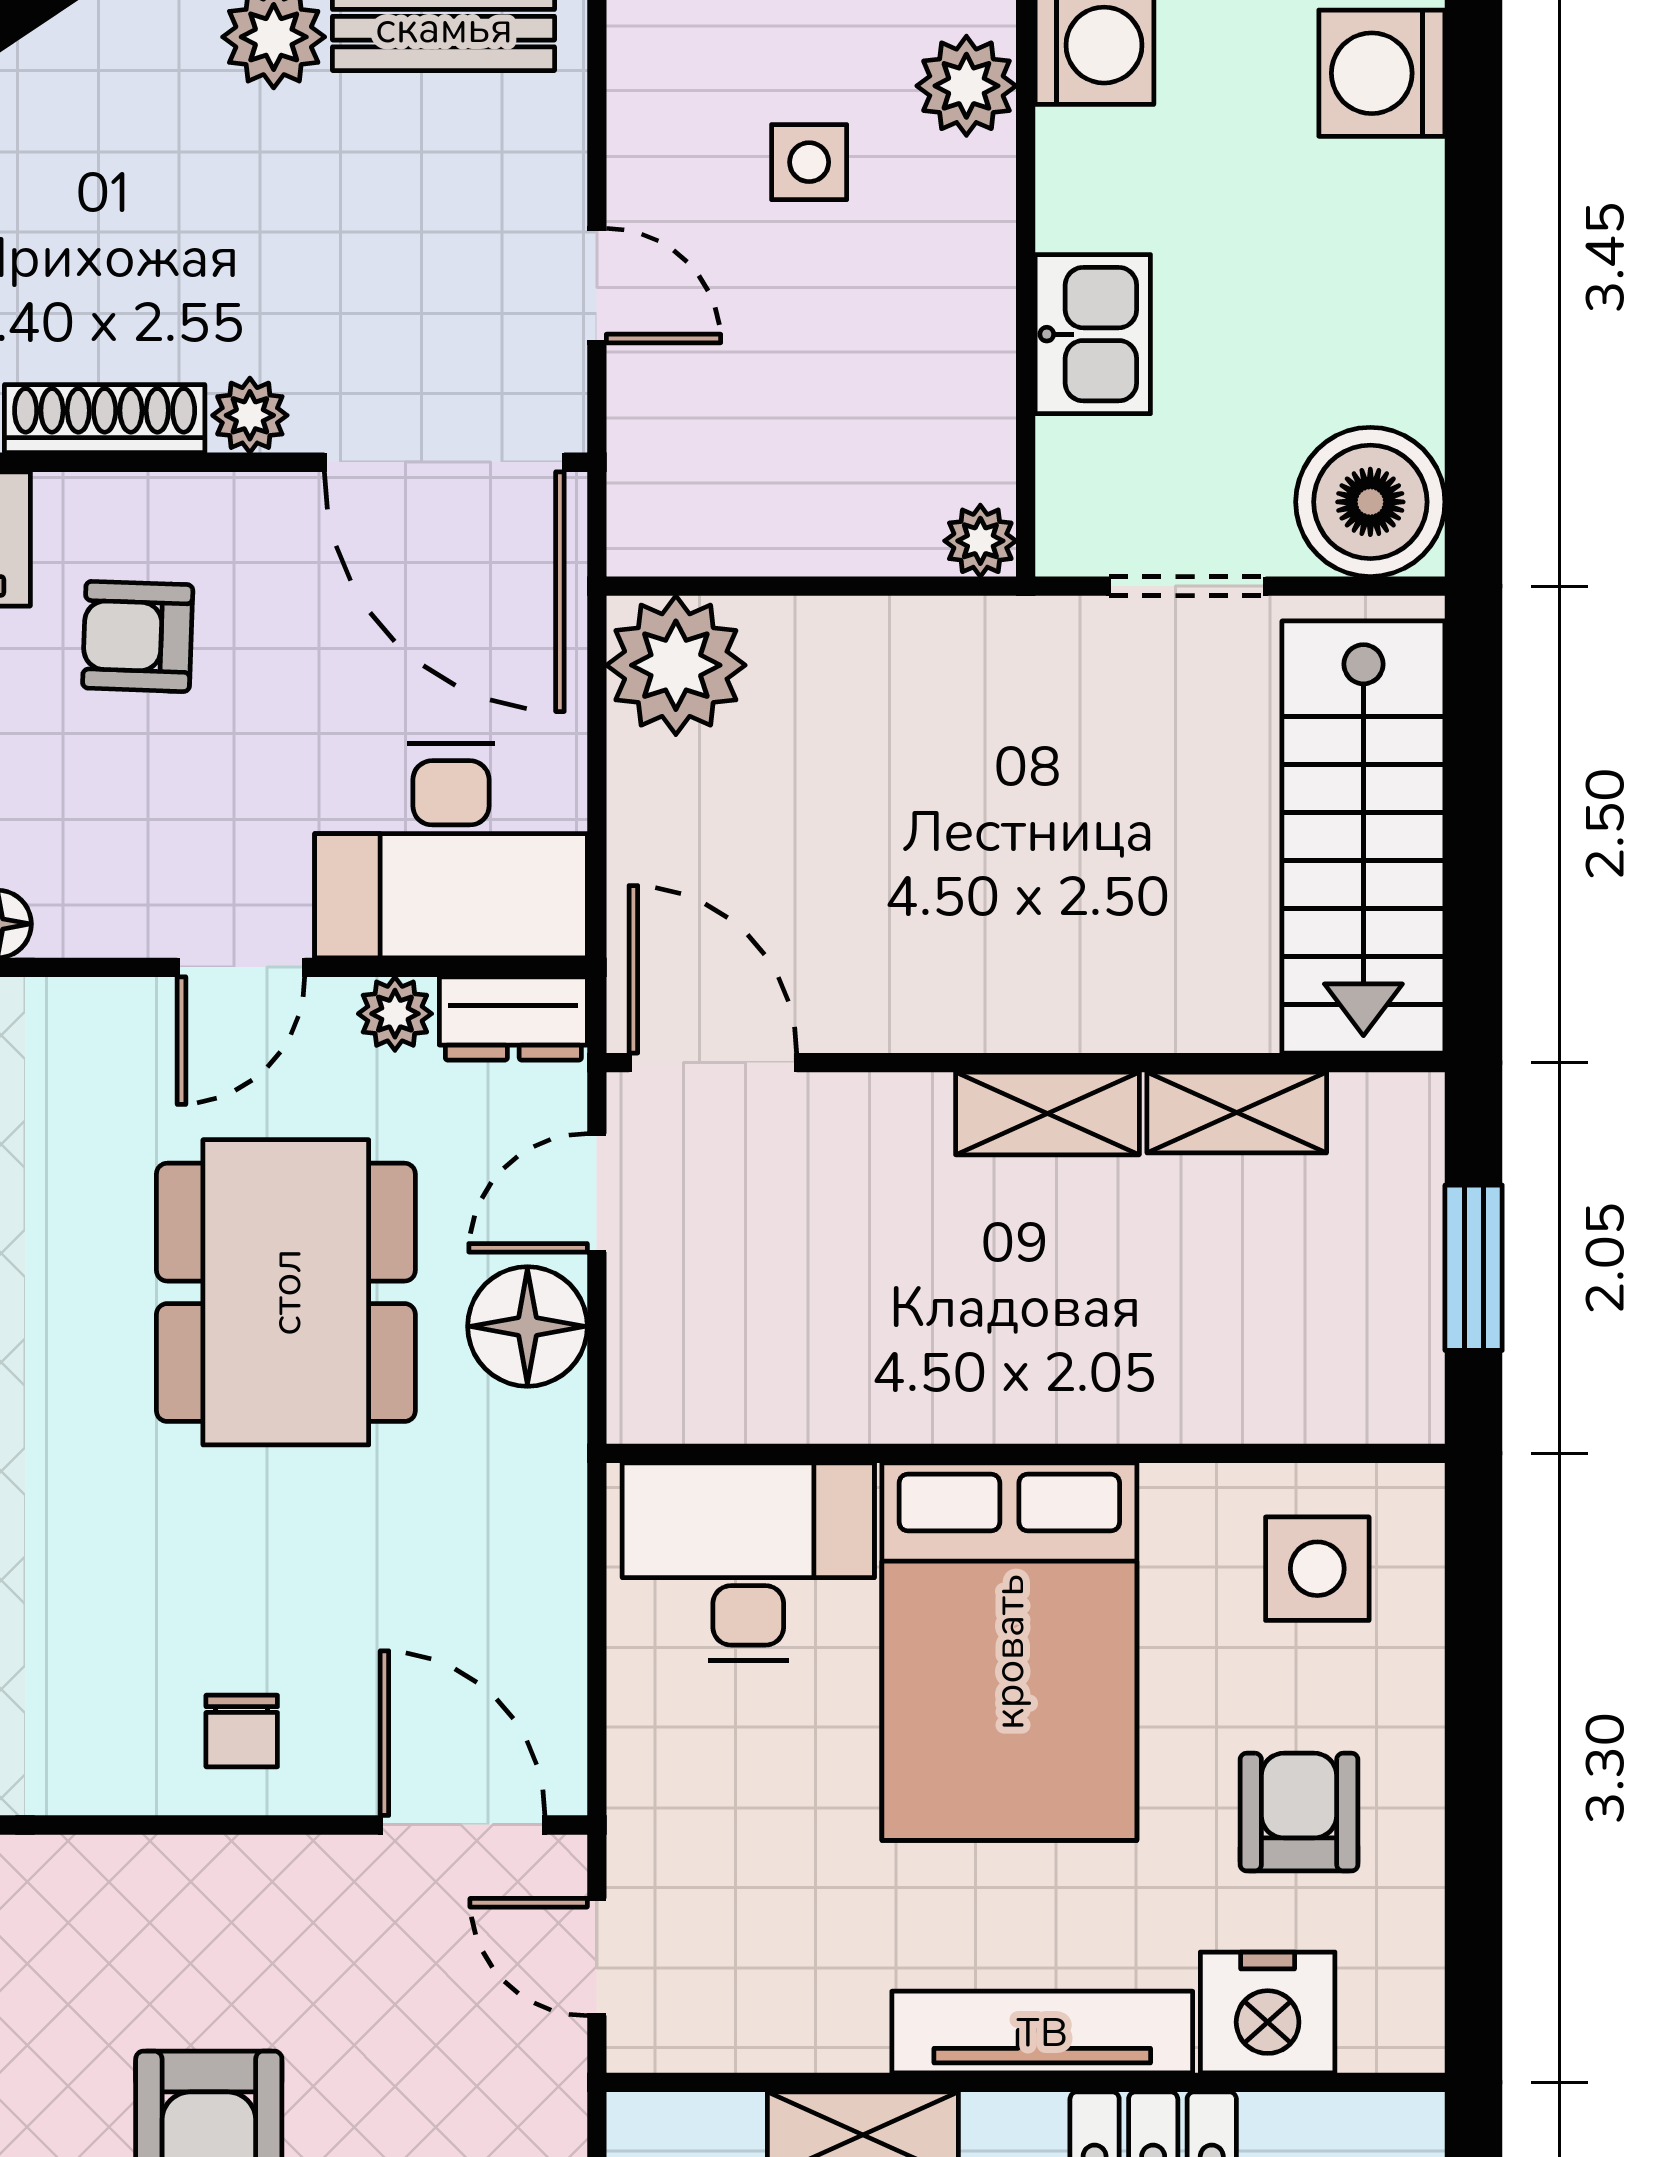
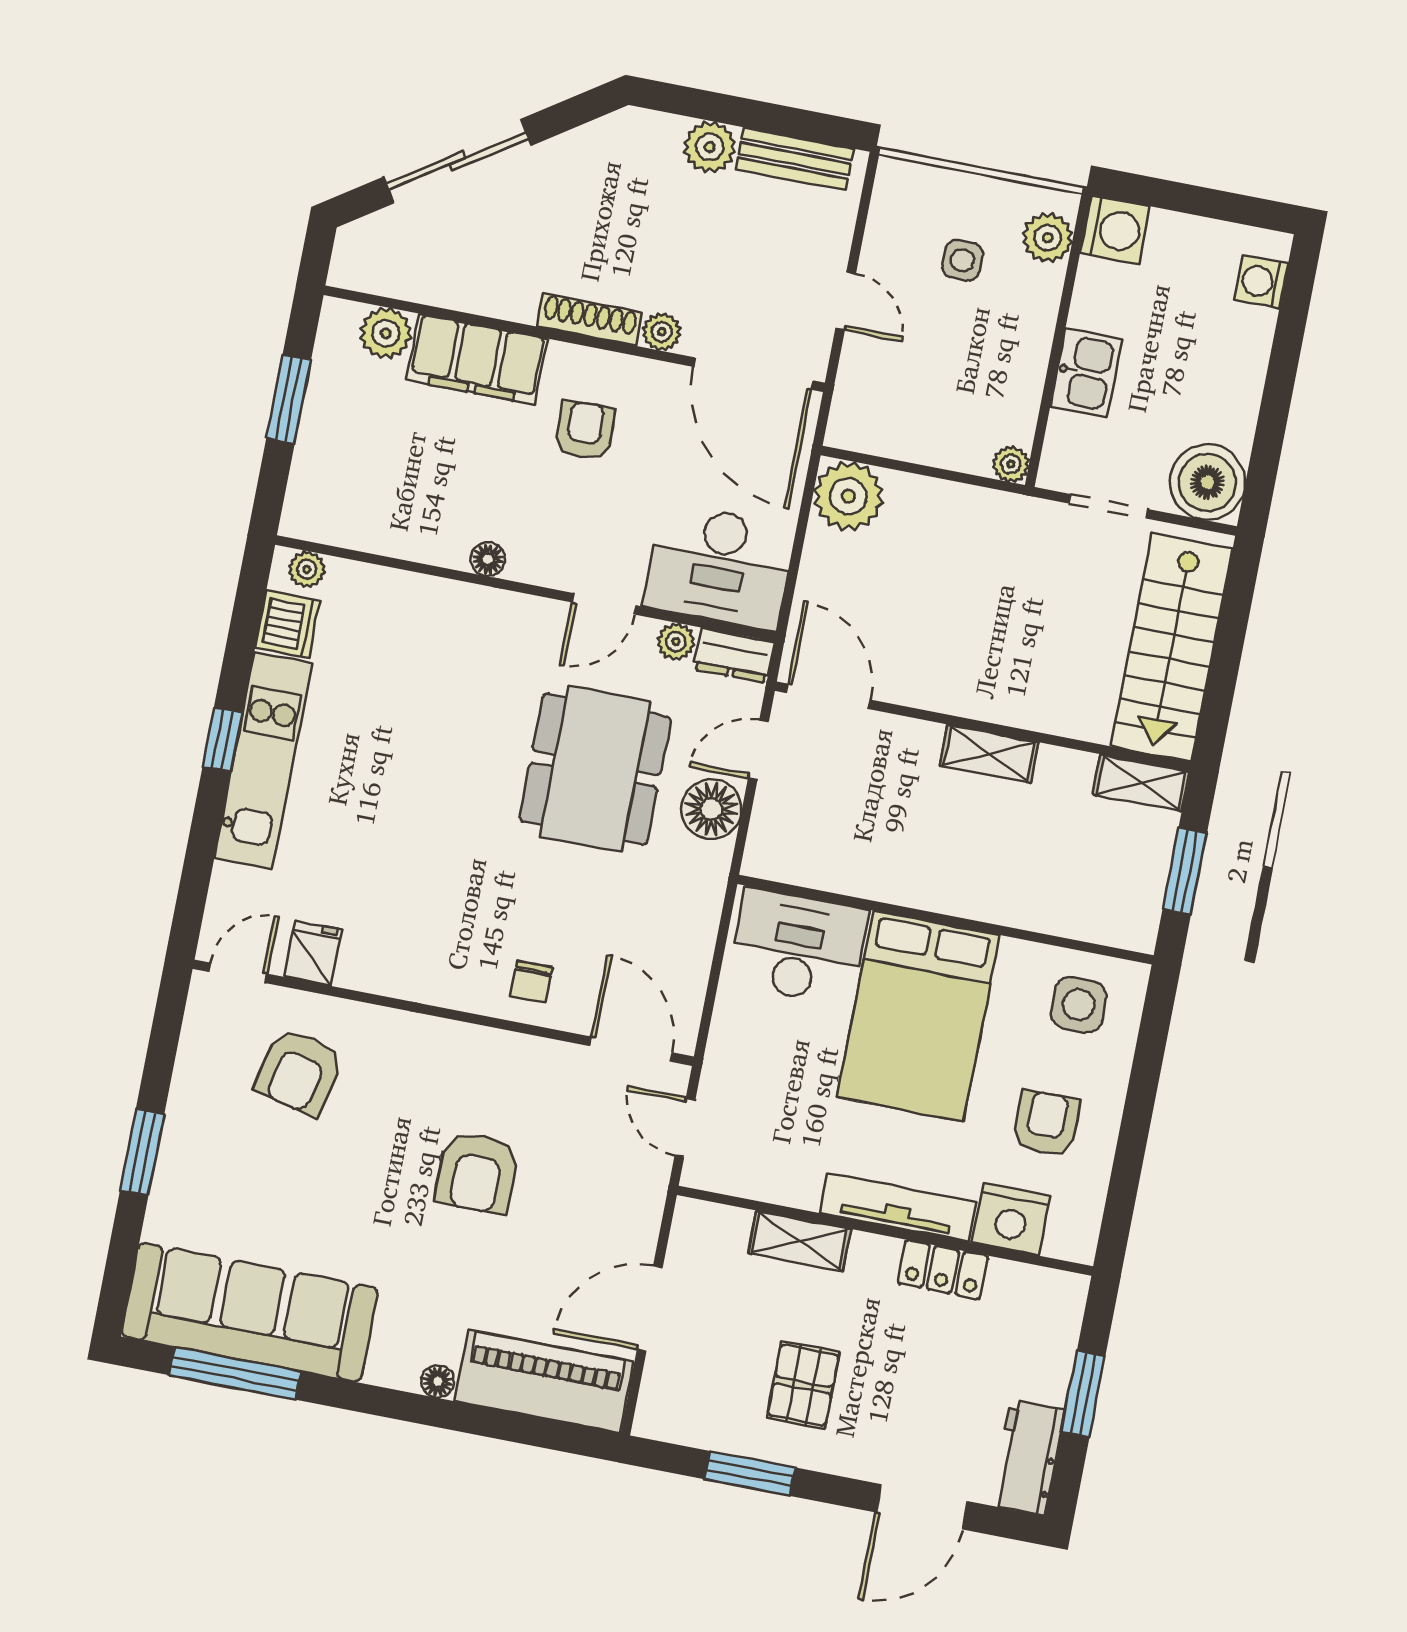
washing machine: (1382, 73) -> (1261, 282), width x0.73, depth x0.73
armchair: (138, 636) -> (585, 430), turned 86
shelving: (1237, 1113) -> (1141, 783), moved

